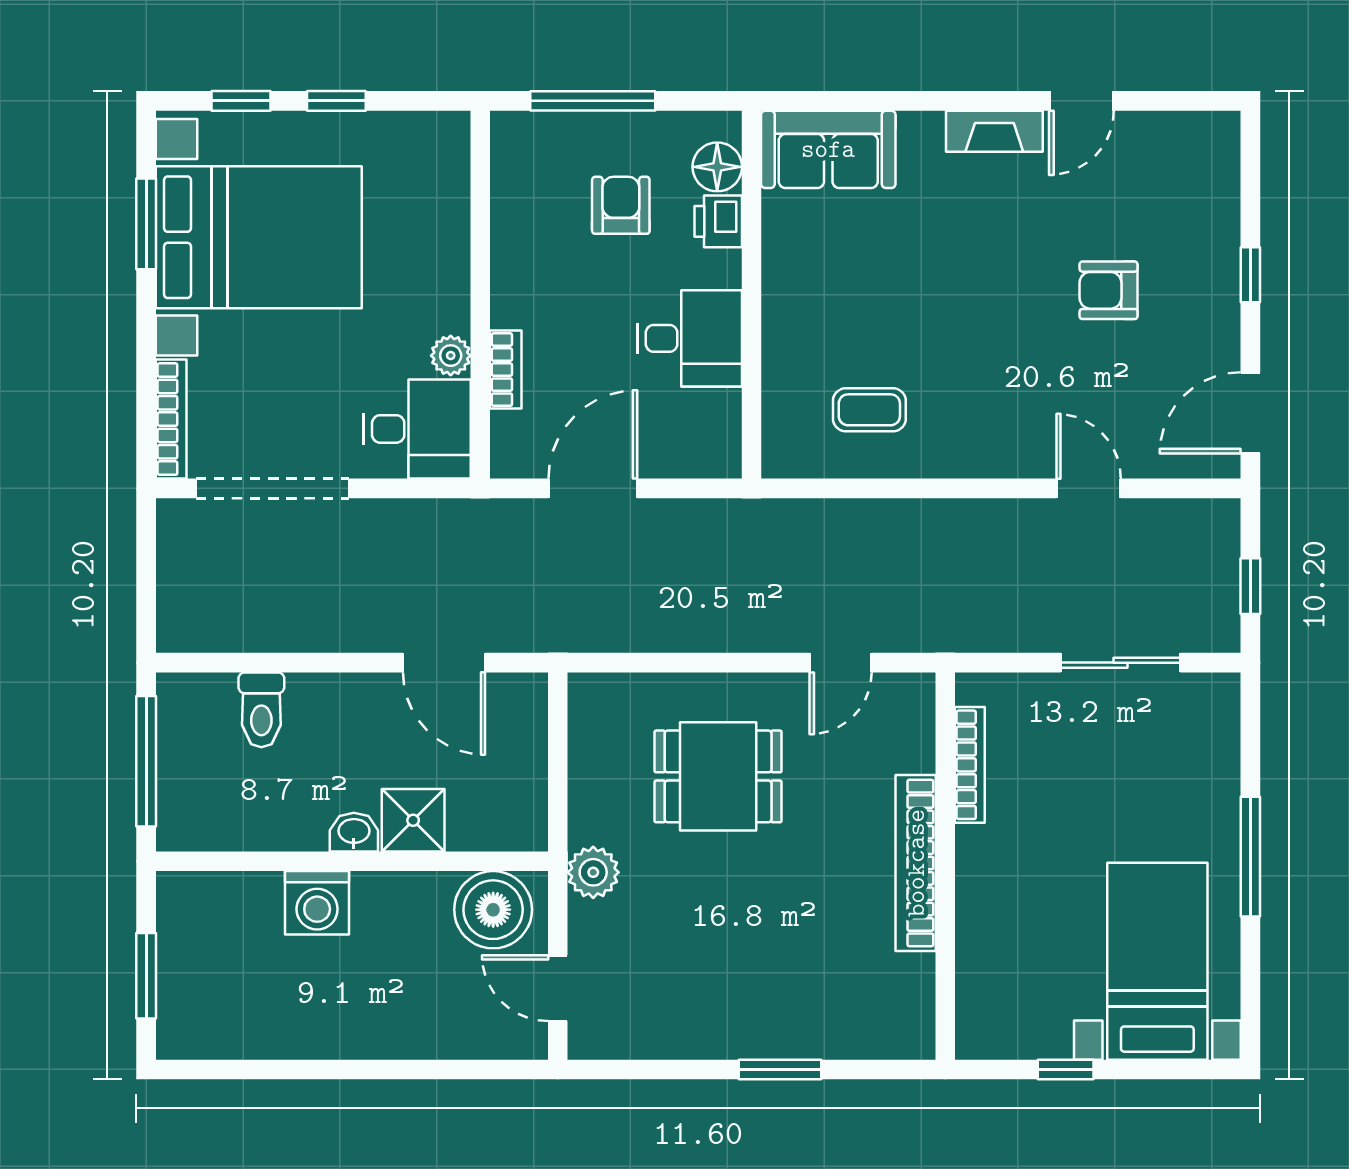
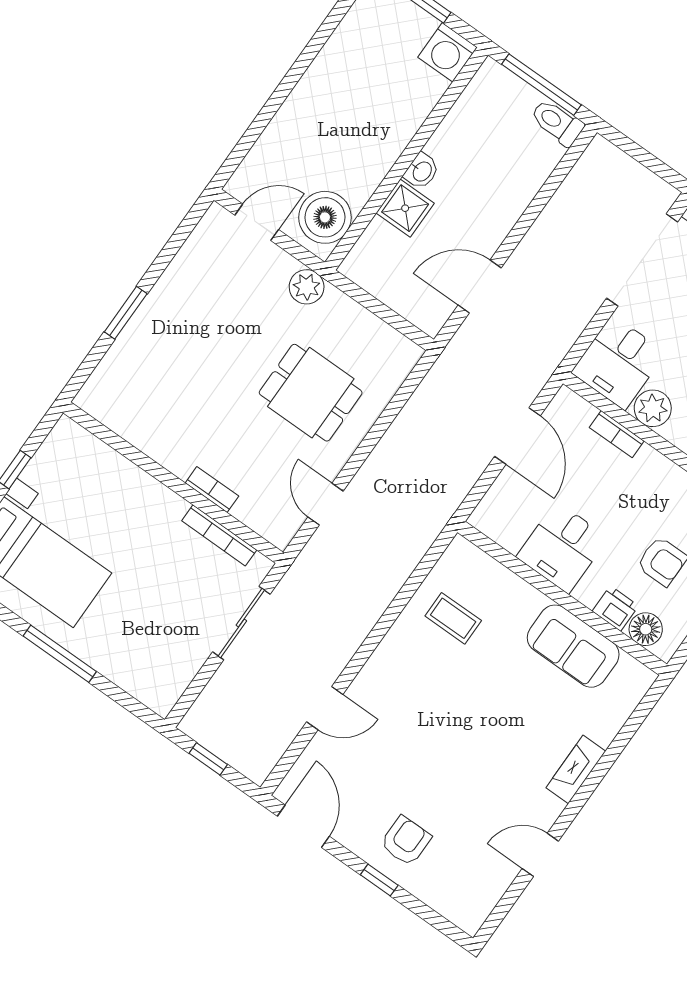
door: (1081, 101) -> (540, 855), hinge flipped
fireplace: (994, 131) -> (576, 769), moved
sofa: (828, 149) -> (573, 646), moved, turned -90
armchair: (1109, 290) -> (406, 841), moved
plant: (451, 356) -> (653, 408), width x1.38, depth x1.38
coffee table: (869, 410) -> (453, 618), turned 90
sliding door: (1120, 663) -> (241, 623), moved
toilet: (261, 710) -> (557, 122), moved
dining table: (718, 776) -> (311, 393), turned 90
bookcase: (916, 863) -> (212, 489), width x0.43, depth x0.76
washing machine: (317, 903) -> (447, 52), moved, turned -90

